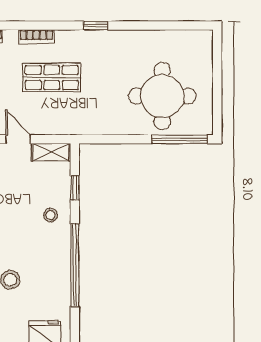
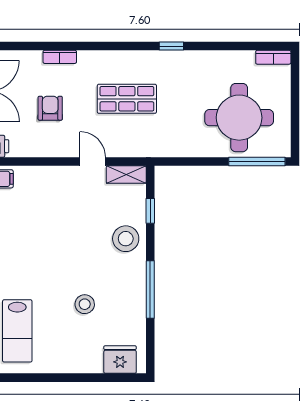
bookcase: (36, 37) -> (273, 57), moved
stool: (51, 215) -> (126, 239), width x1.89, depth x1.89
window: (75, 265) -> (150, 289), width x0.68

